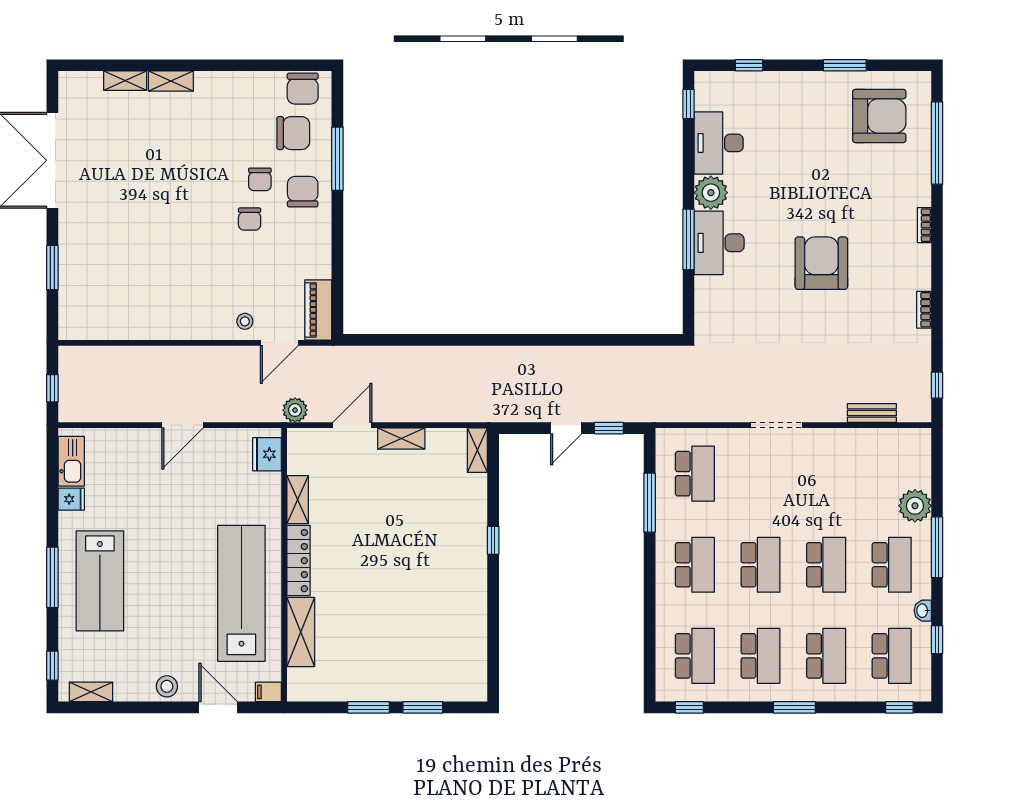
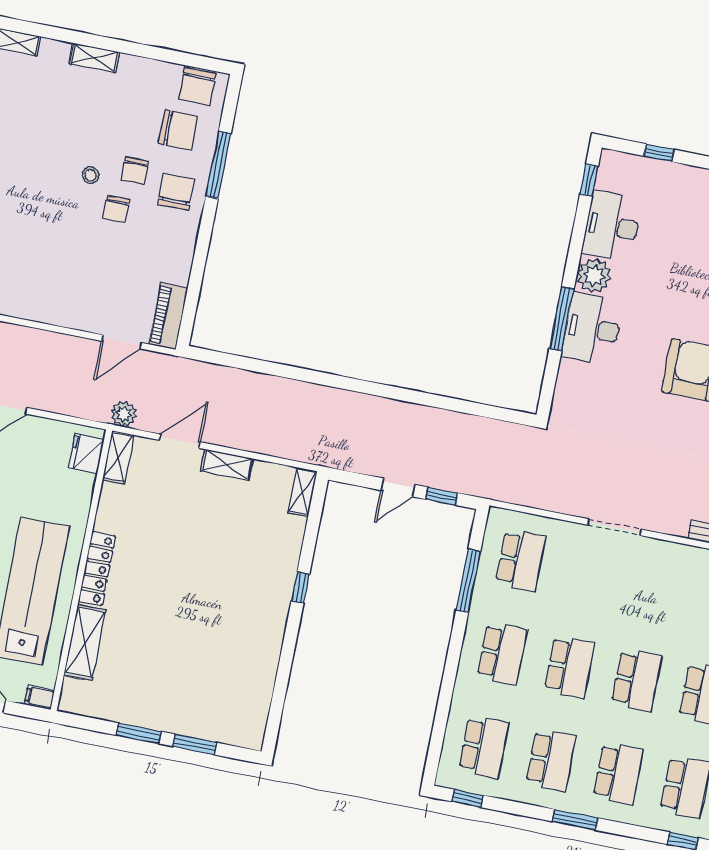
shelving: (171, 81) -> (94, 58), moved
stool: (245, 321) -> (91, 175), moved
shelving: (298, 500) -> (118, 457), moved

